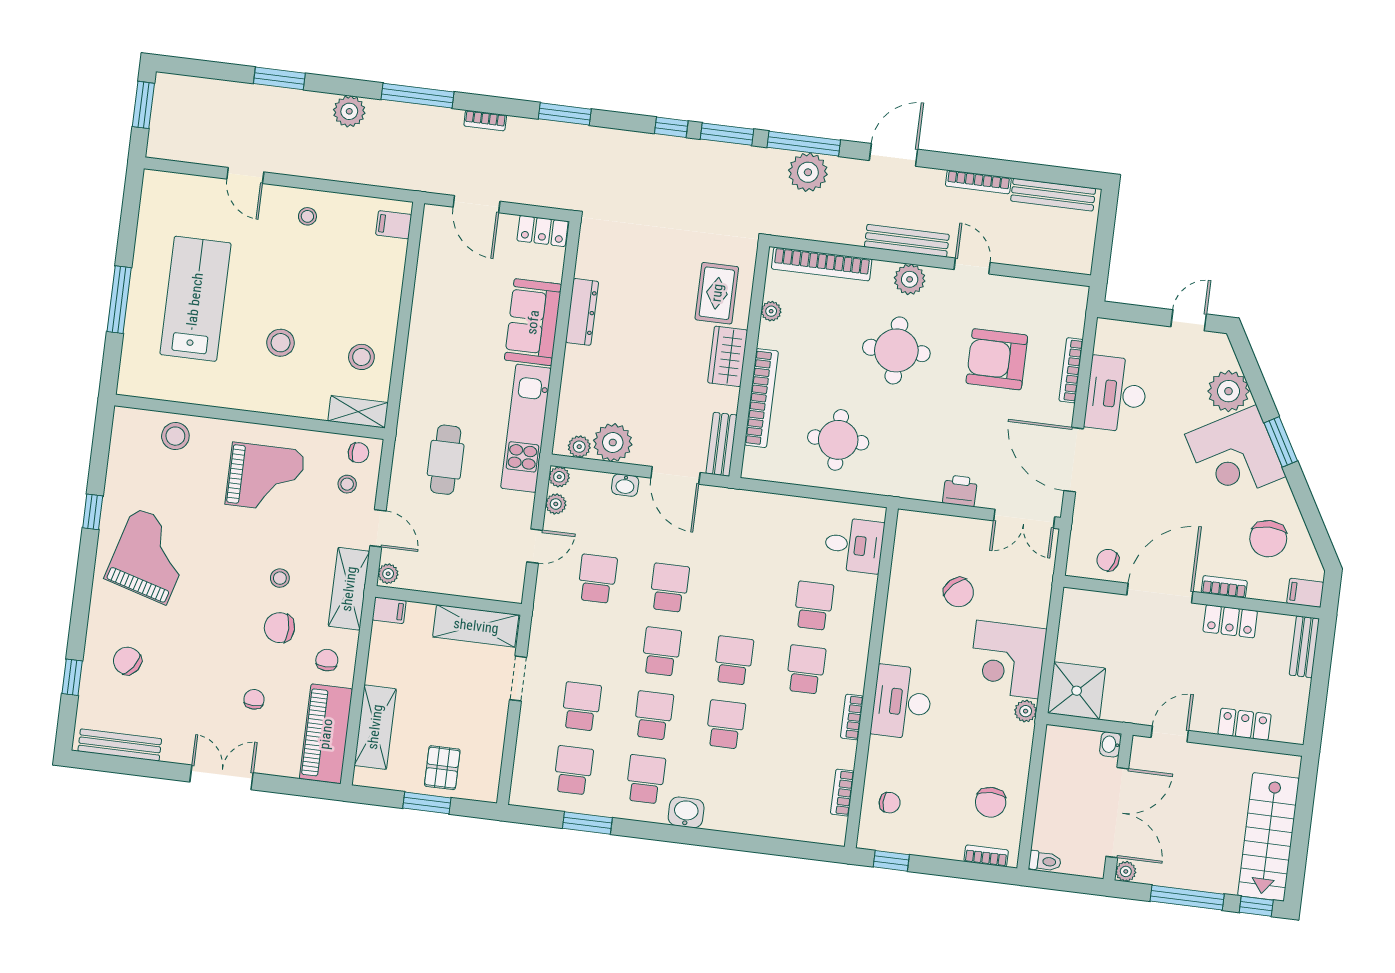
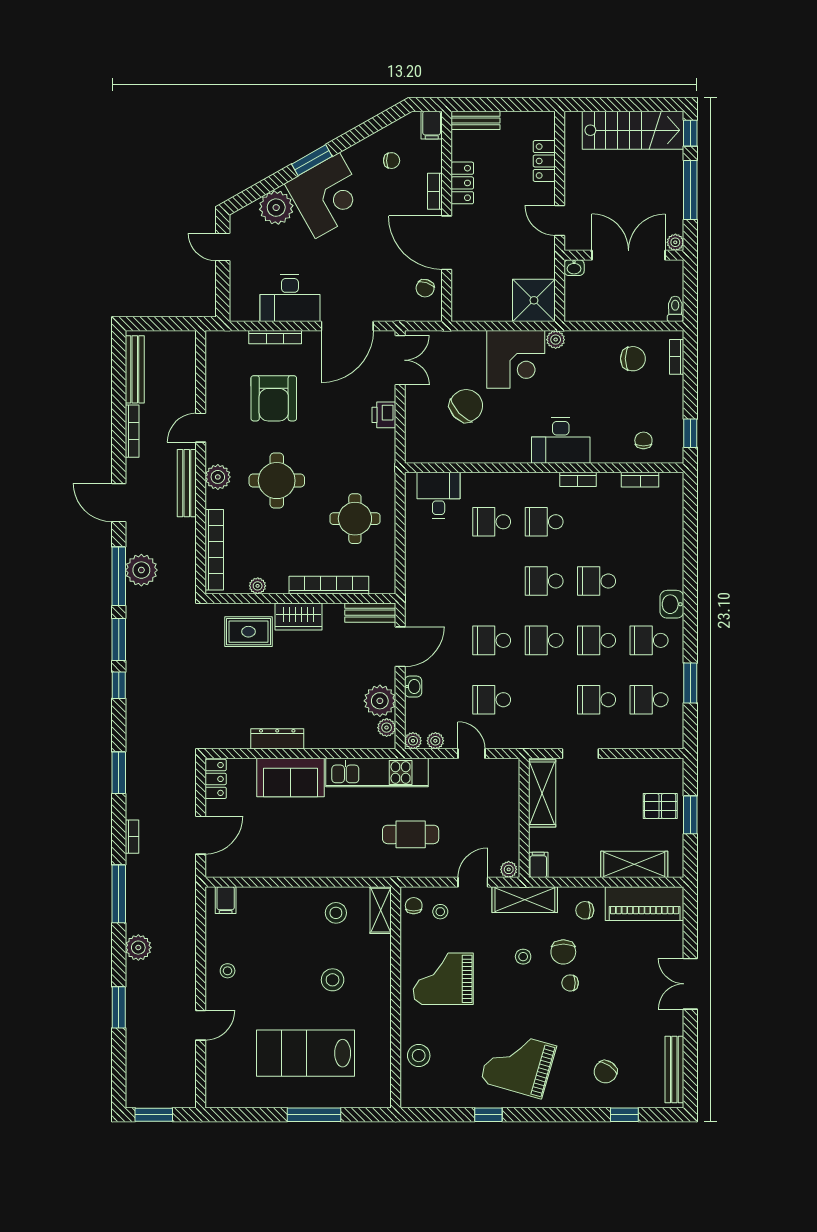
grand piano: (265, 478) -> (443, 979), turned -90
chair: (1268, 539) -> (392, 161), width x0.54, depth x0.54
chair: (959, 592) -> (466, 406), width x1.37, depth x1.37
chair: (254, 699) -> (570, 983), moved

